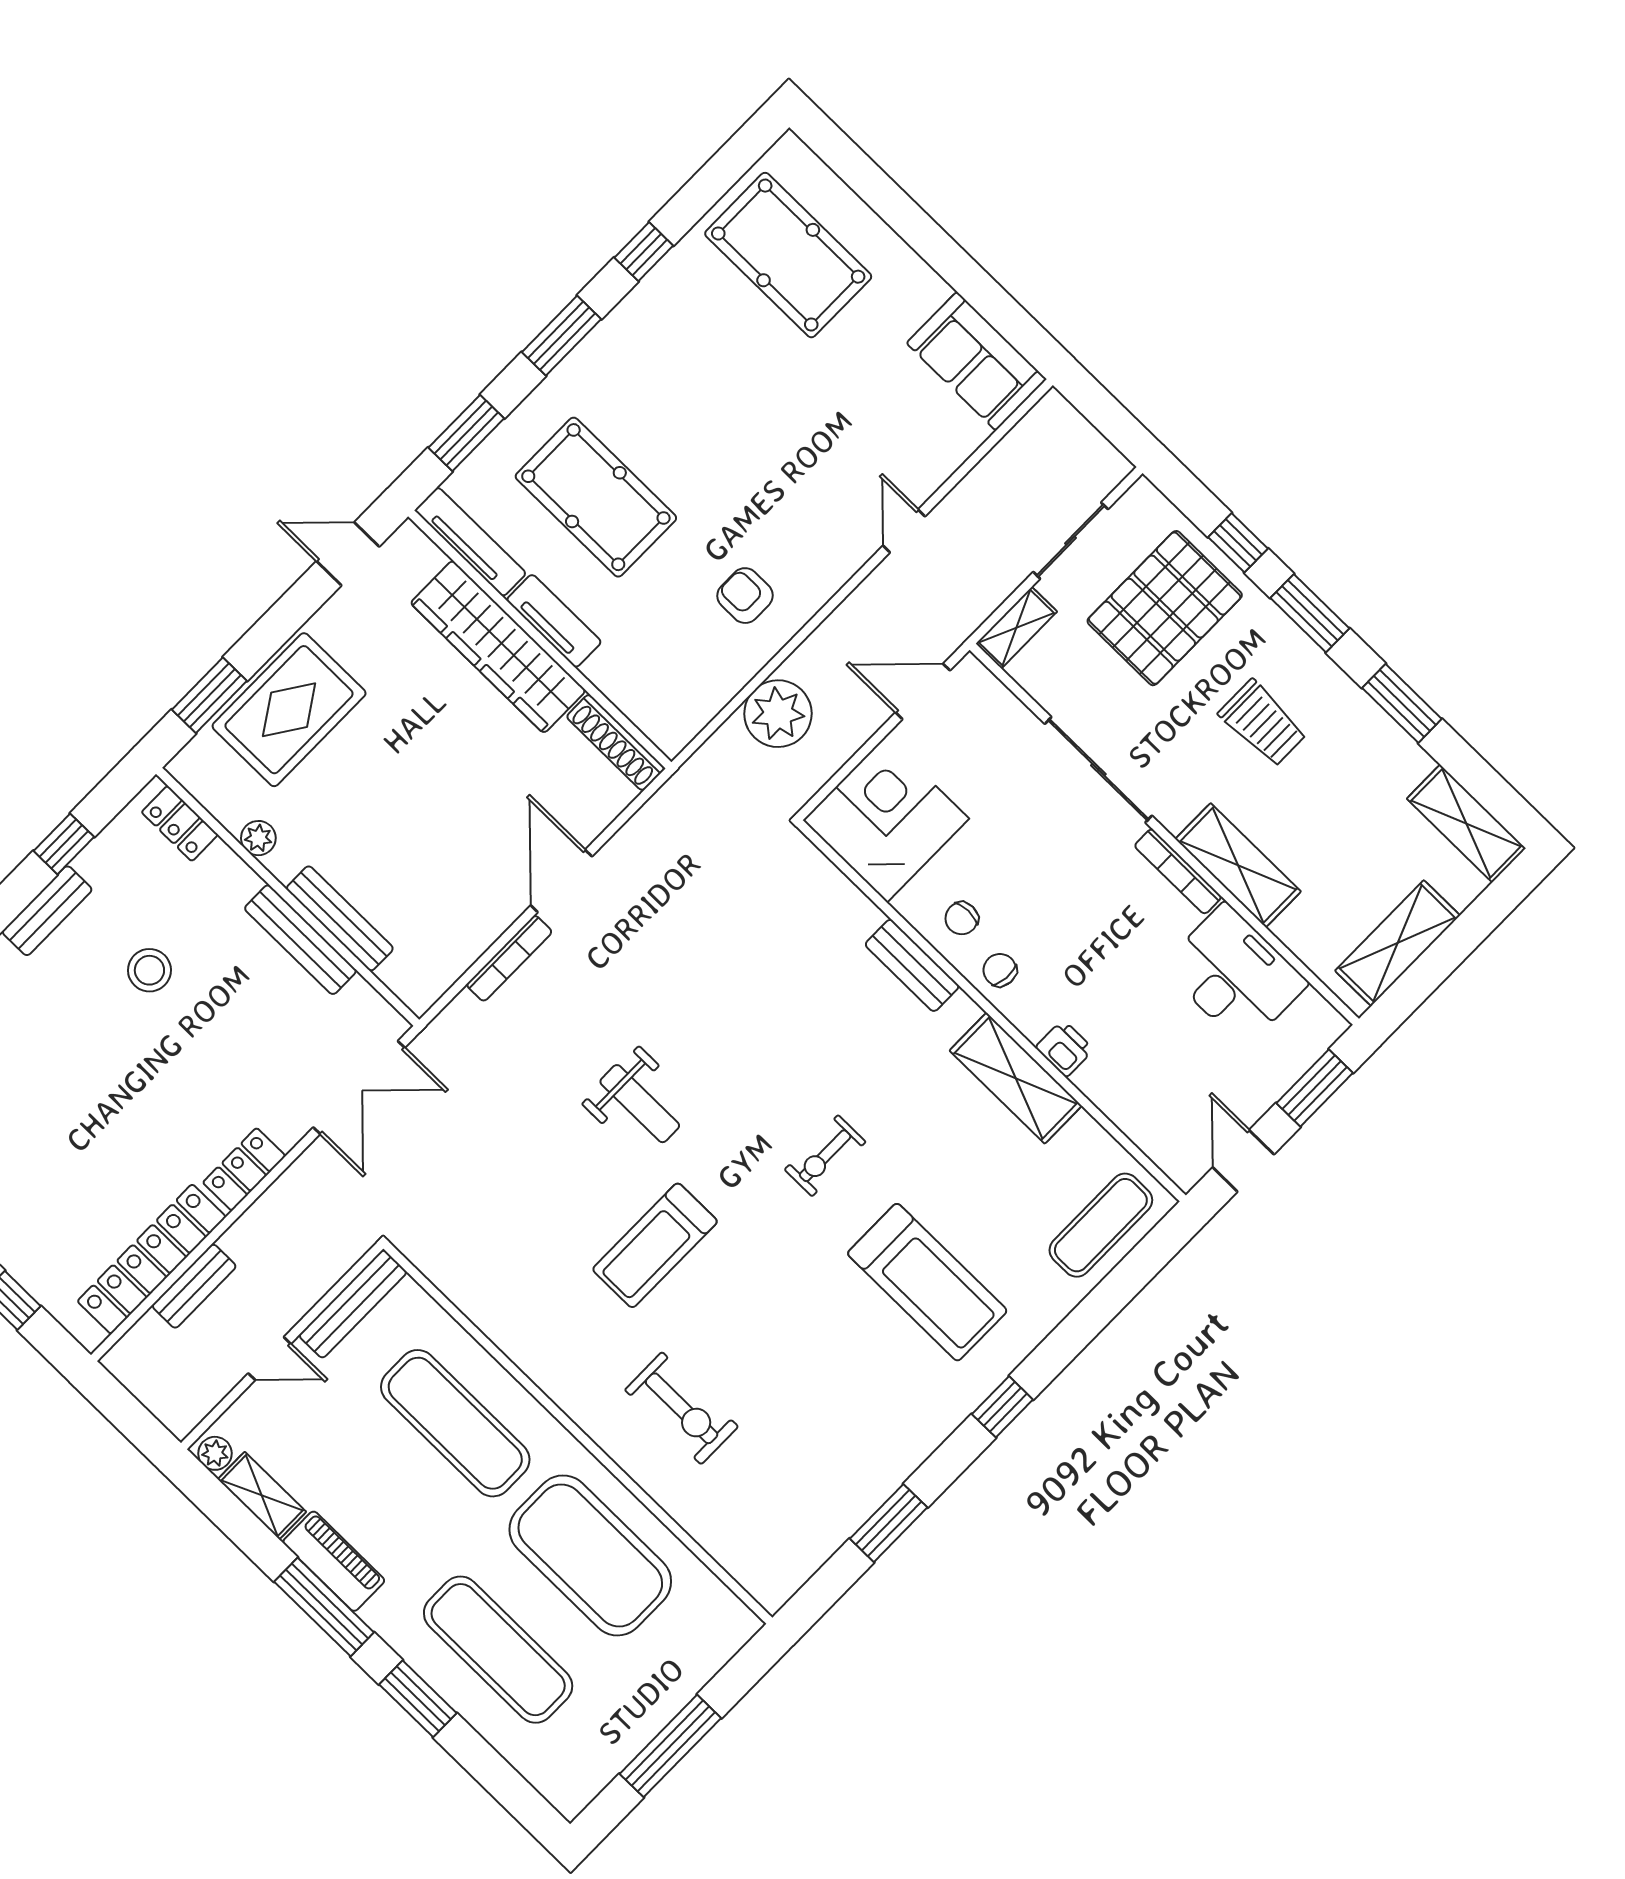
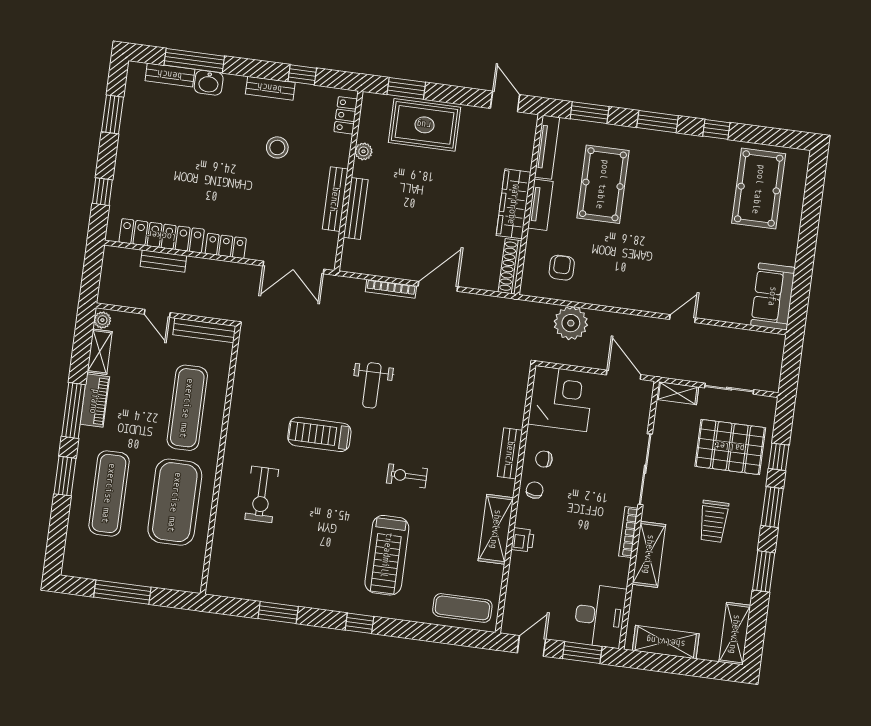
armchair: (745, 596) -> (562, 268), moved
wardrobe: (498, 647) -> (514, 204), width x0.71, depth x0.85
desk: (1235, 975) -> (600, 616), moved

